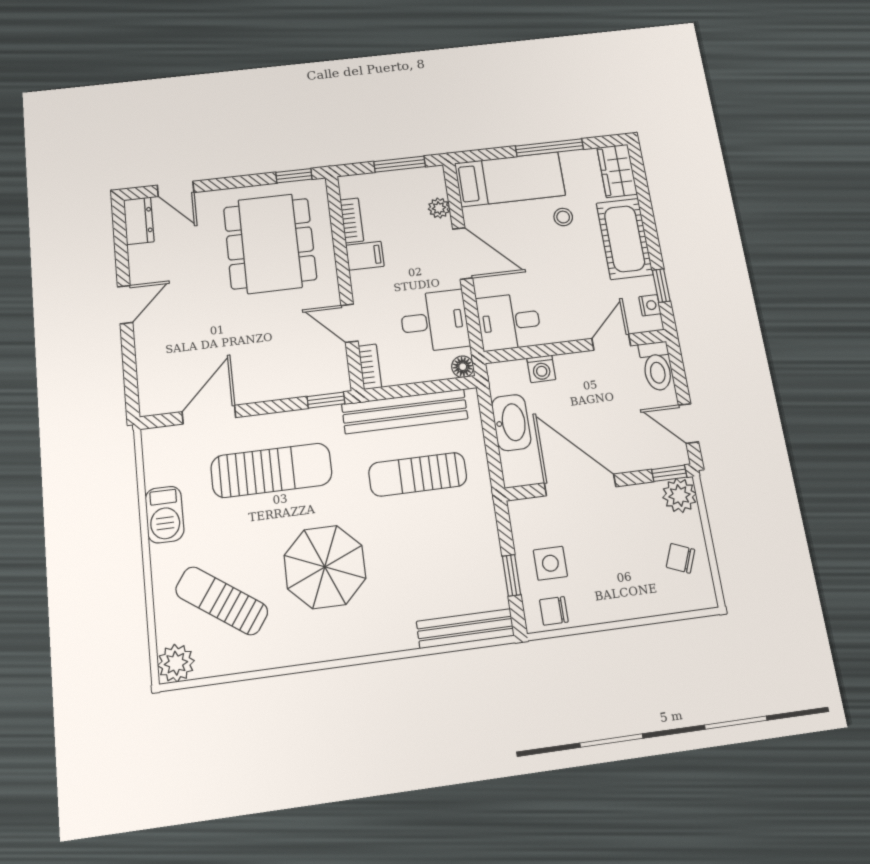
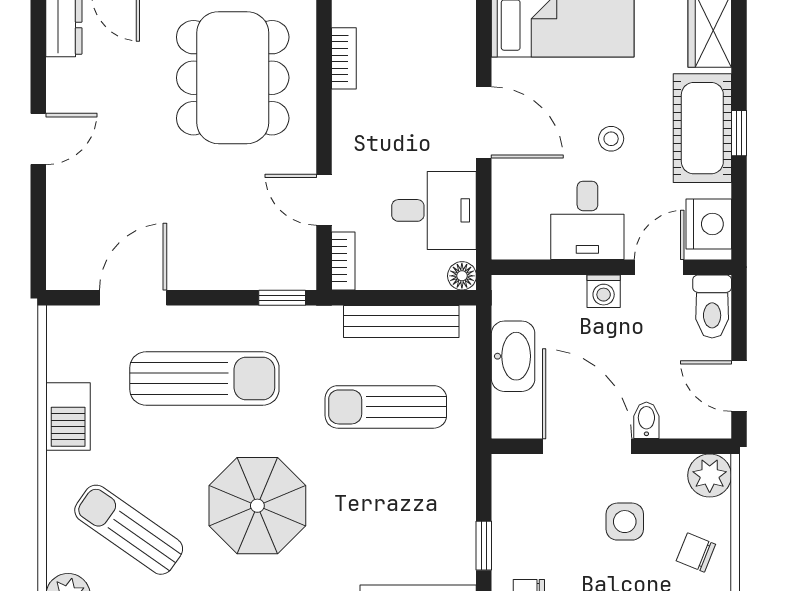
plant: (439, 208) -> (462, 55), removed
stool: (563, 217) -> (611, 139), moved
filing cabinet: (365, 256) -> (355, 110), removed
window: (661, 286) -> (739, 133), moved
nightstand: (650, 305) -> (709, 224), width x1.89, depth x1.79
desk: (509, 322) -> (587, 220), moved, turned -90
washing machine: (541, 369) -> (604, 291), moved
bench: (405, 411) -> (401, 321), width x0.73, depth x0.82
bidet: (623, 459) -> (646, 420), added
window: (669, 473) -> (702, 446), removed
side table: (550, 563) -> (625, 522), moved

